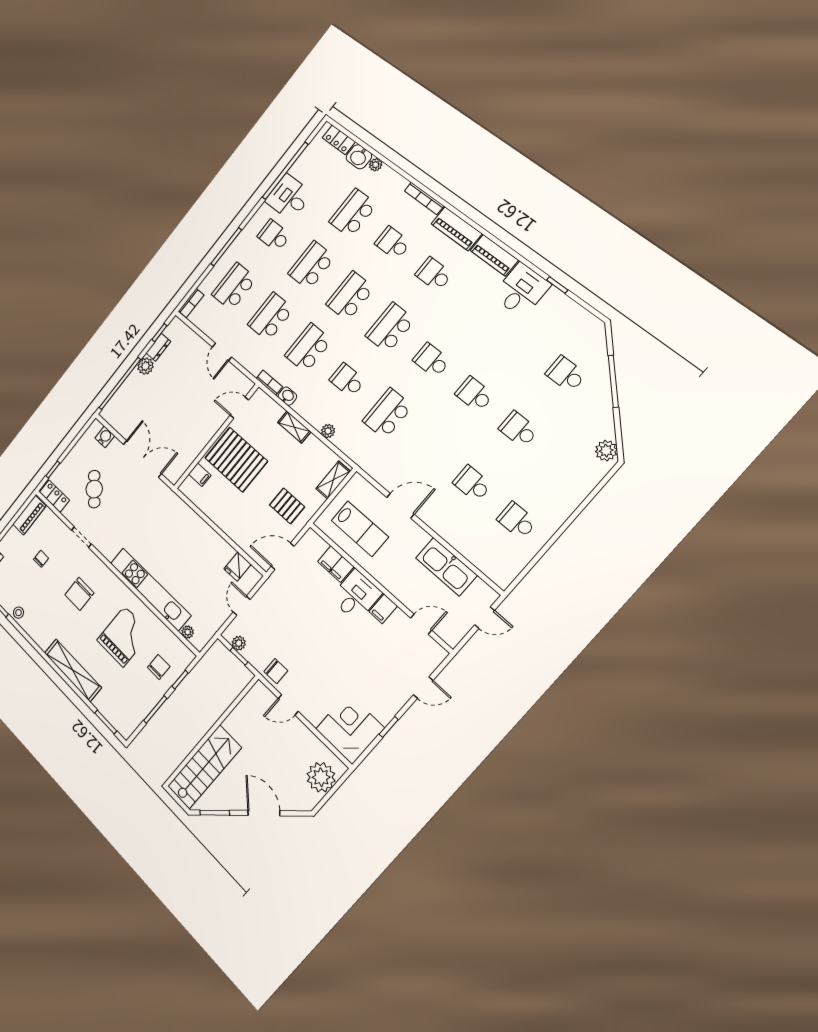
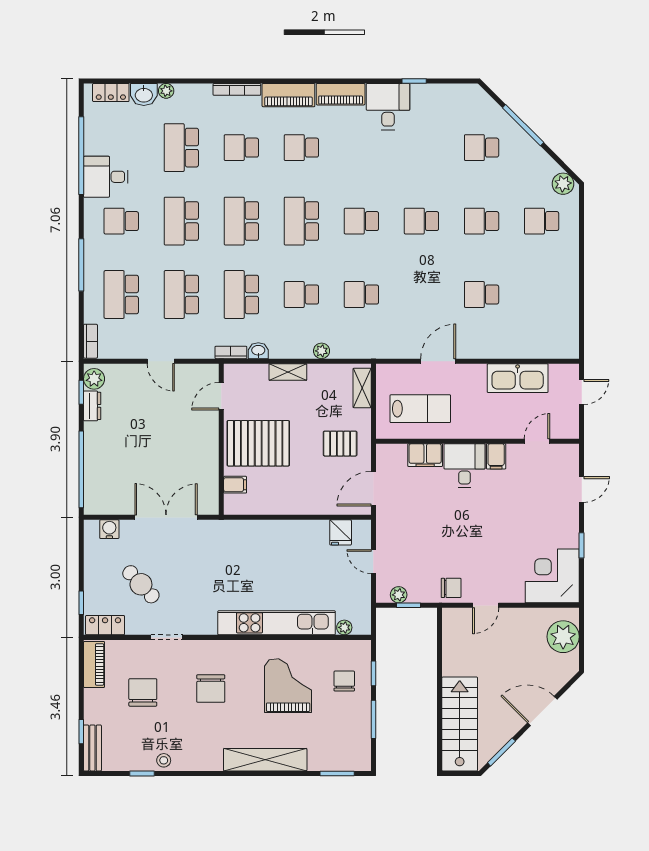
plant: (146, 366) -> (94, 379), moved
school desk: (388, 414) -> (361, 295), width x0.54
school desk: (517, 521) -> (542, 221), moved
chair: (41, 559) -> (143, 692), width x1.87, depth x1.87

